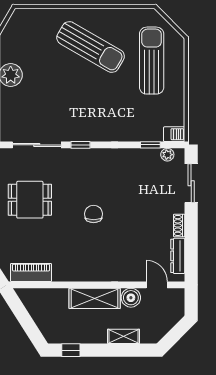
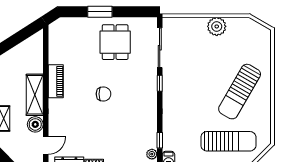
piano: (31, 273) -> (56, 81), moved

